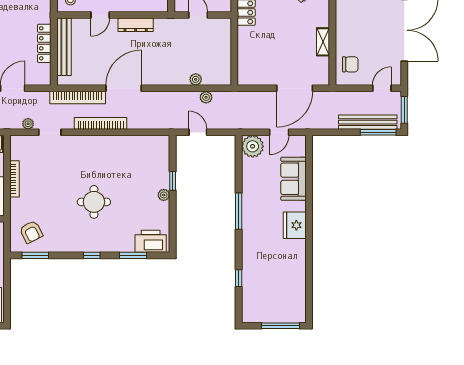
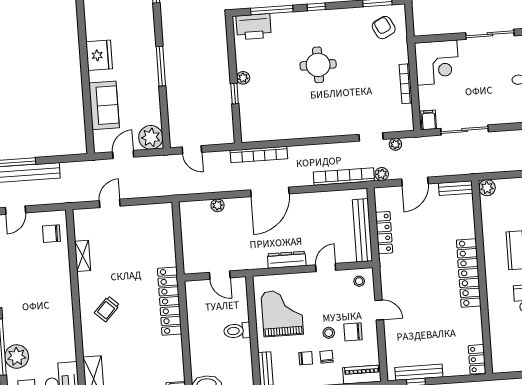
door: (124, 88) -> (270, 192), moved
door: (295, 88) -> (110, 203), width x0.53
plant: (206, 97) -> (382, 174), moved
bookcase: (101, 123) -> (259, 154), moved
door: (198, 132) -> (192, 150), moved
window: (133, 255) -> (272, 10), width x1.44

